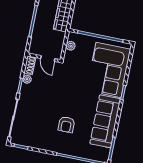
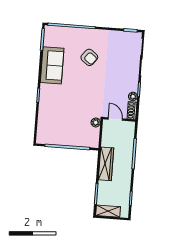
plant: (71, 46) -> (96, 122), moved
corner sofa: (108, 70) -> (55, 115), removed
sofa: (105, 121) -> (52, 65), width x0.73
armchair: (66, 125) -> (89, 57), turned 129

